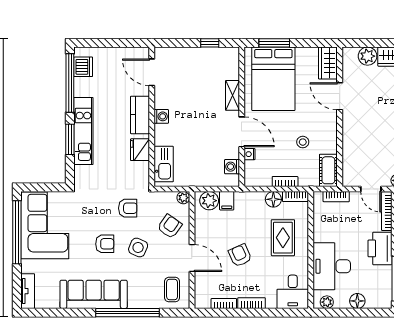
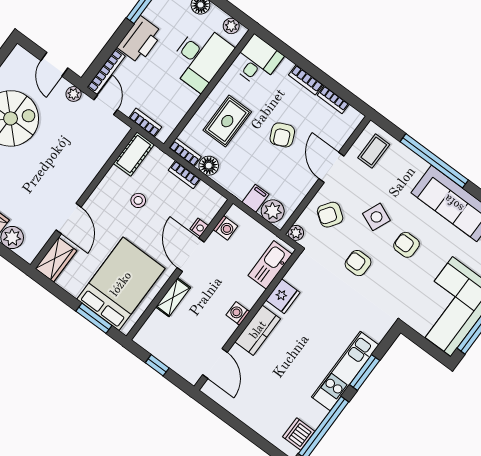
door: (152, 72) -> (215, 364), moved
kitchen counter: (140, 115) -> (258, 330), moved
washing machine: (161, 116) -> (238, 313), moved
wall: (152, 117) -> (247, 320), moved
fridge: (140, 150) -> (283, 296), moved
kitchen sink: (164, 164) -> (270, 265), moved

